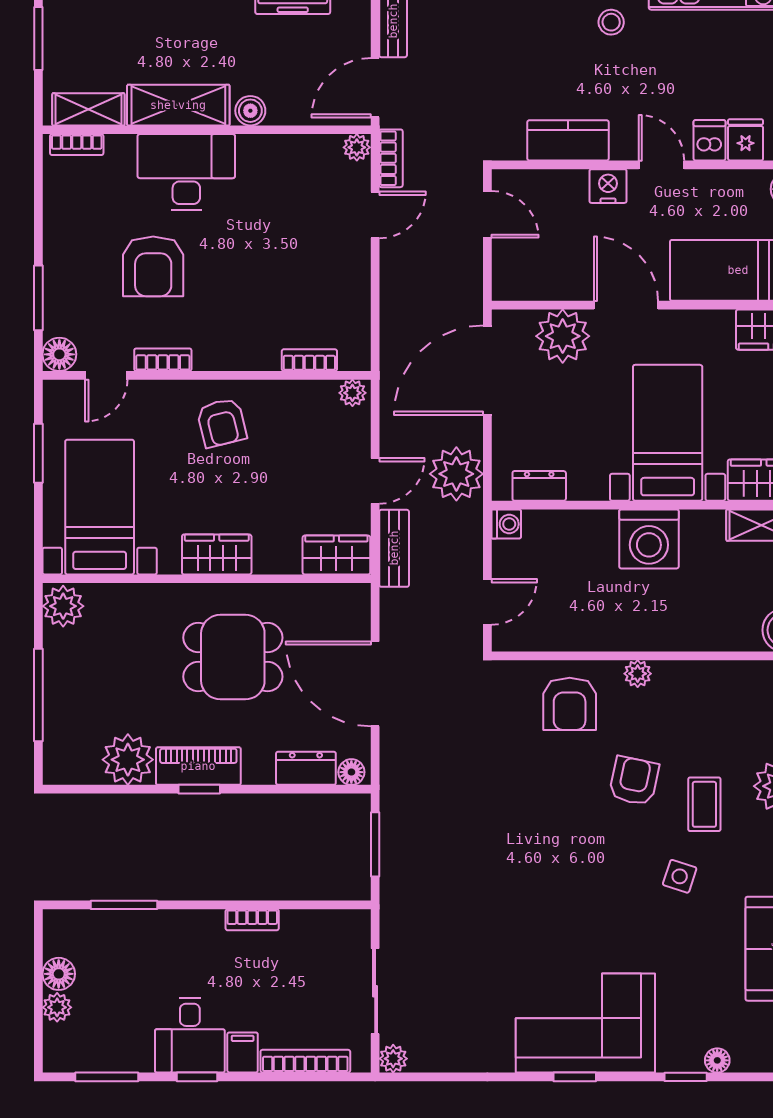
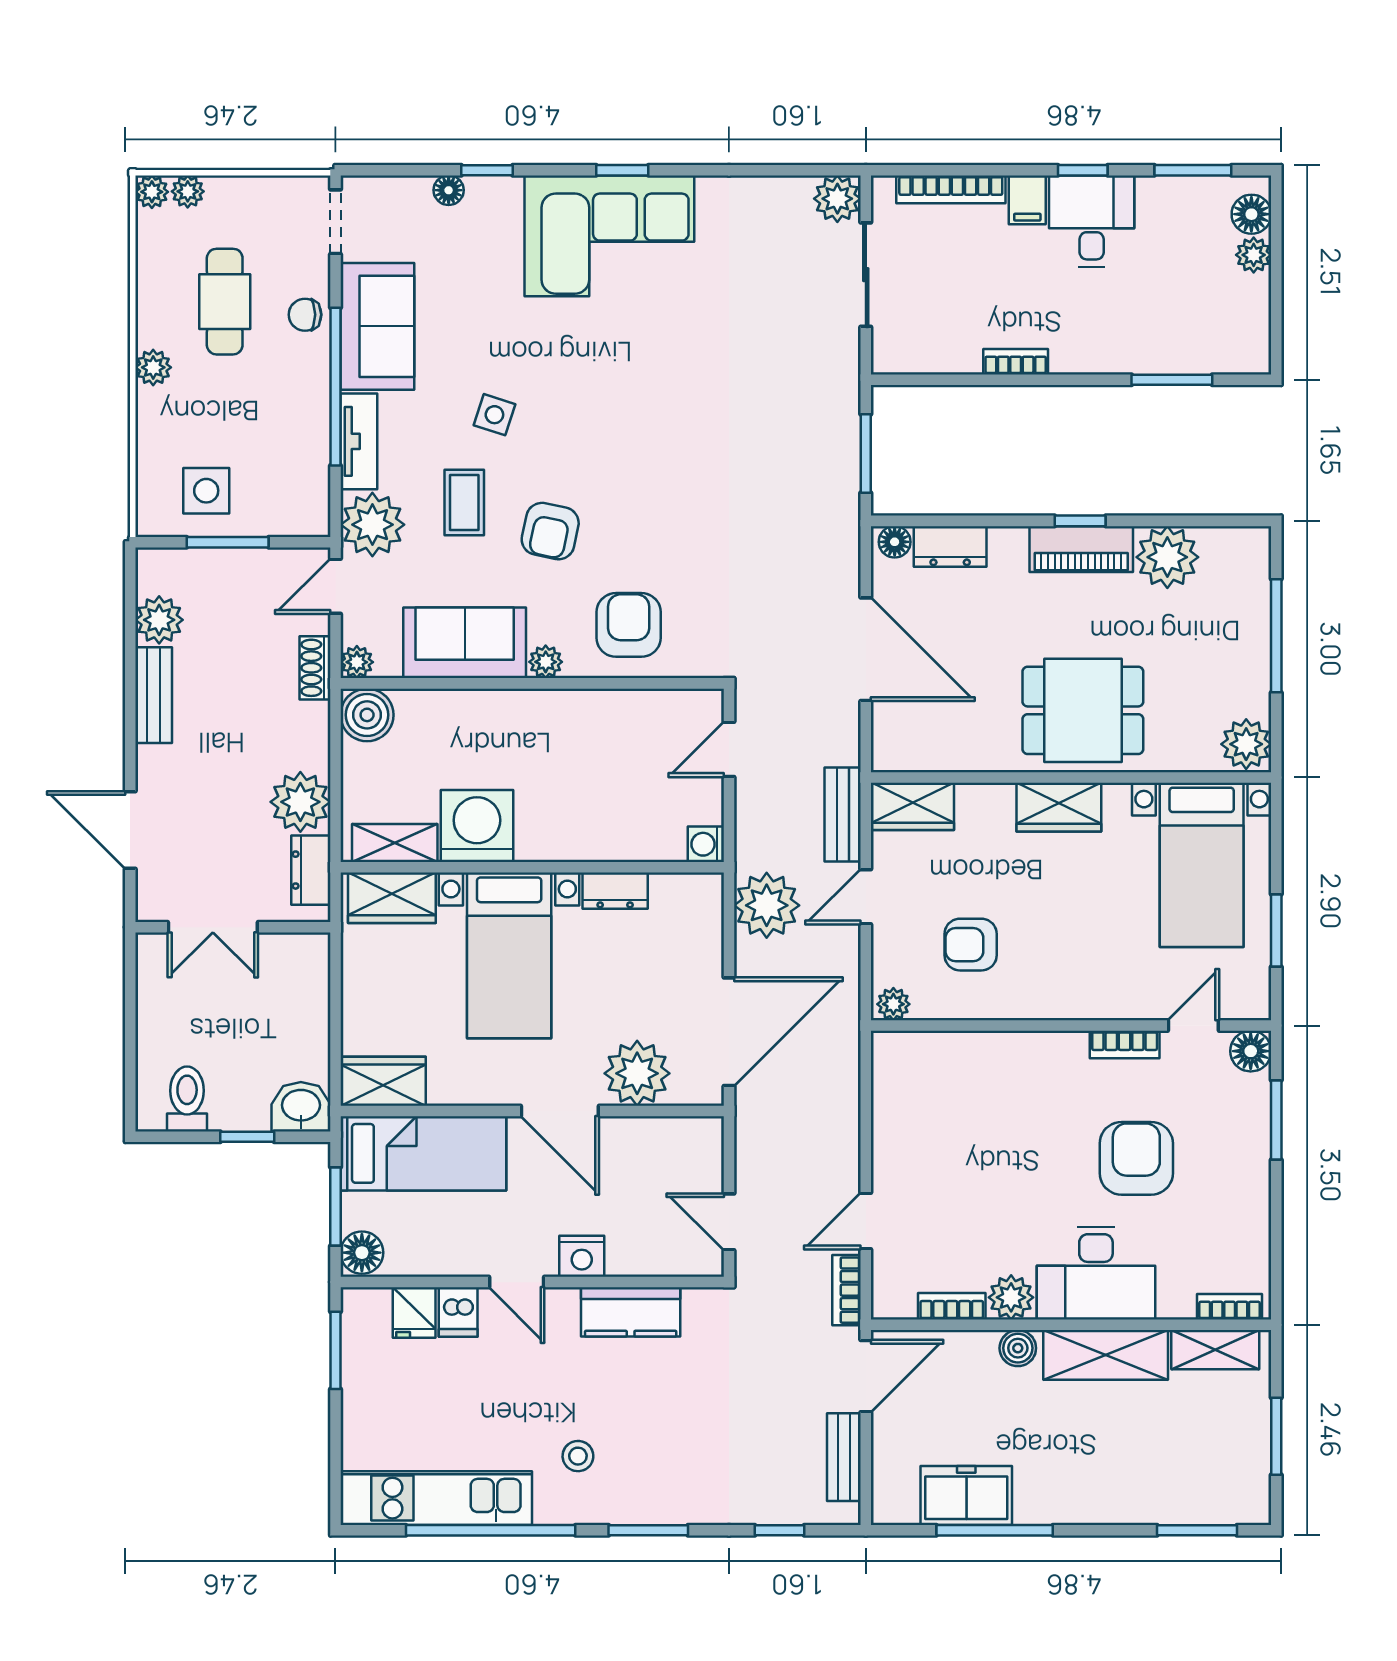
plant: (357, 147) -> (1011, 1297), moved, width x1.38, depth x1.38
bookcase: (309, 360) -> (952, 1306), moved, turned 180
armchair: (222, 423) -> (971, 945), moved, turned -76
dresser: (539, 486) -> (615, 891), moved
washing machine: (649, 539) -> (477, 826), moved
dining table: (233, 657) -> (1083, 710), moved
sofa: (704, 689) -> (465, 643), added
floor lamp: (59, 974) -> (1251, 214), moved
plant: (393, 1059) -> (837, 199), width x1.38, depth x1.38

